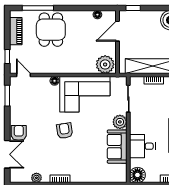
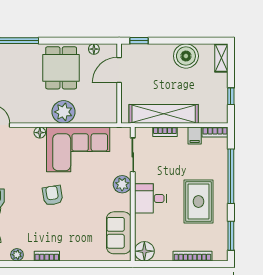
dining table: (51, 30) -> (61, 68), moved
plant: (105, 64) -> (64, 112), moved
desk: (142, 146) -> (151, 198), moved
sofa: (117, 147) -> (119, 233), moved

